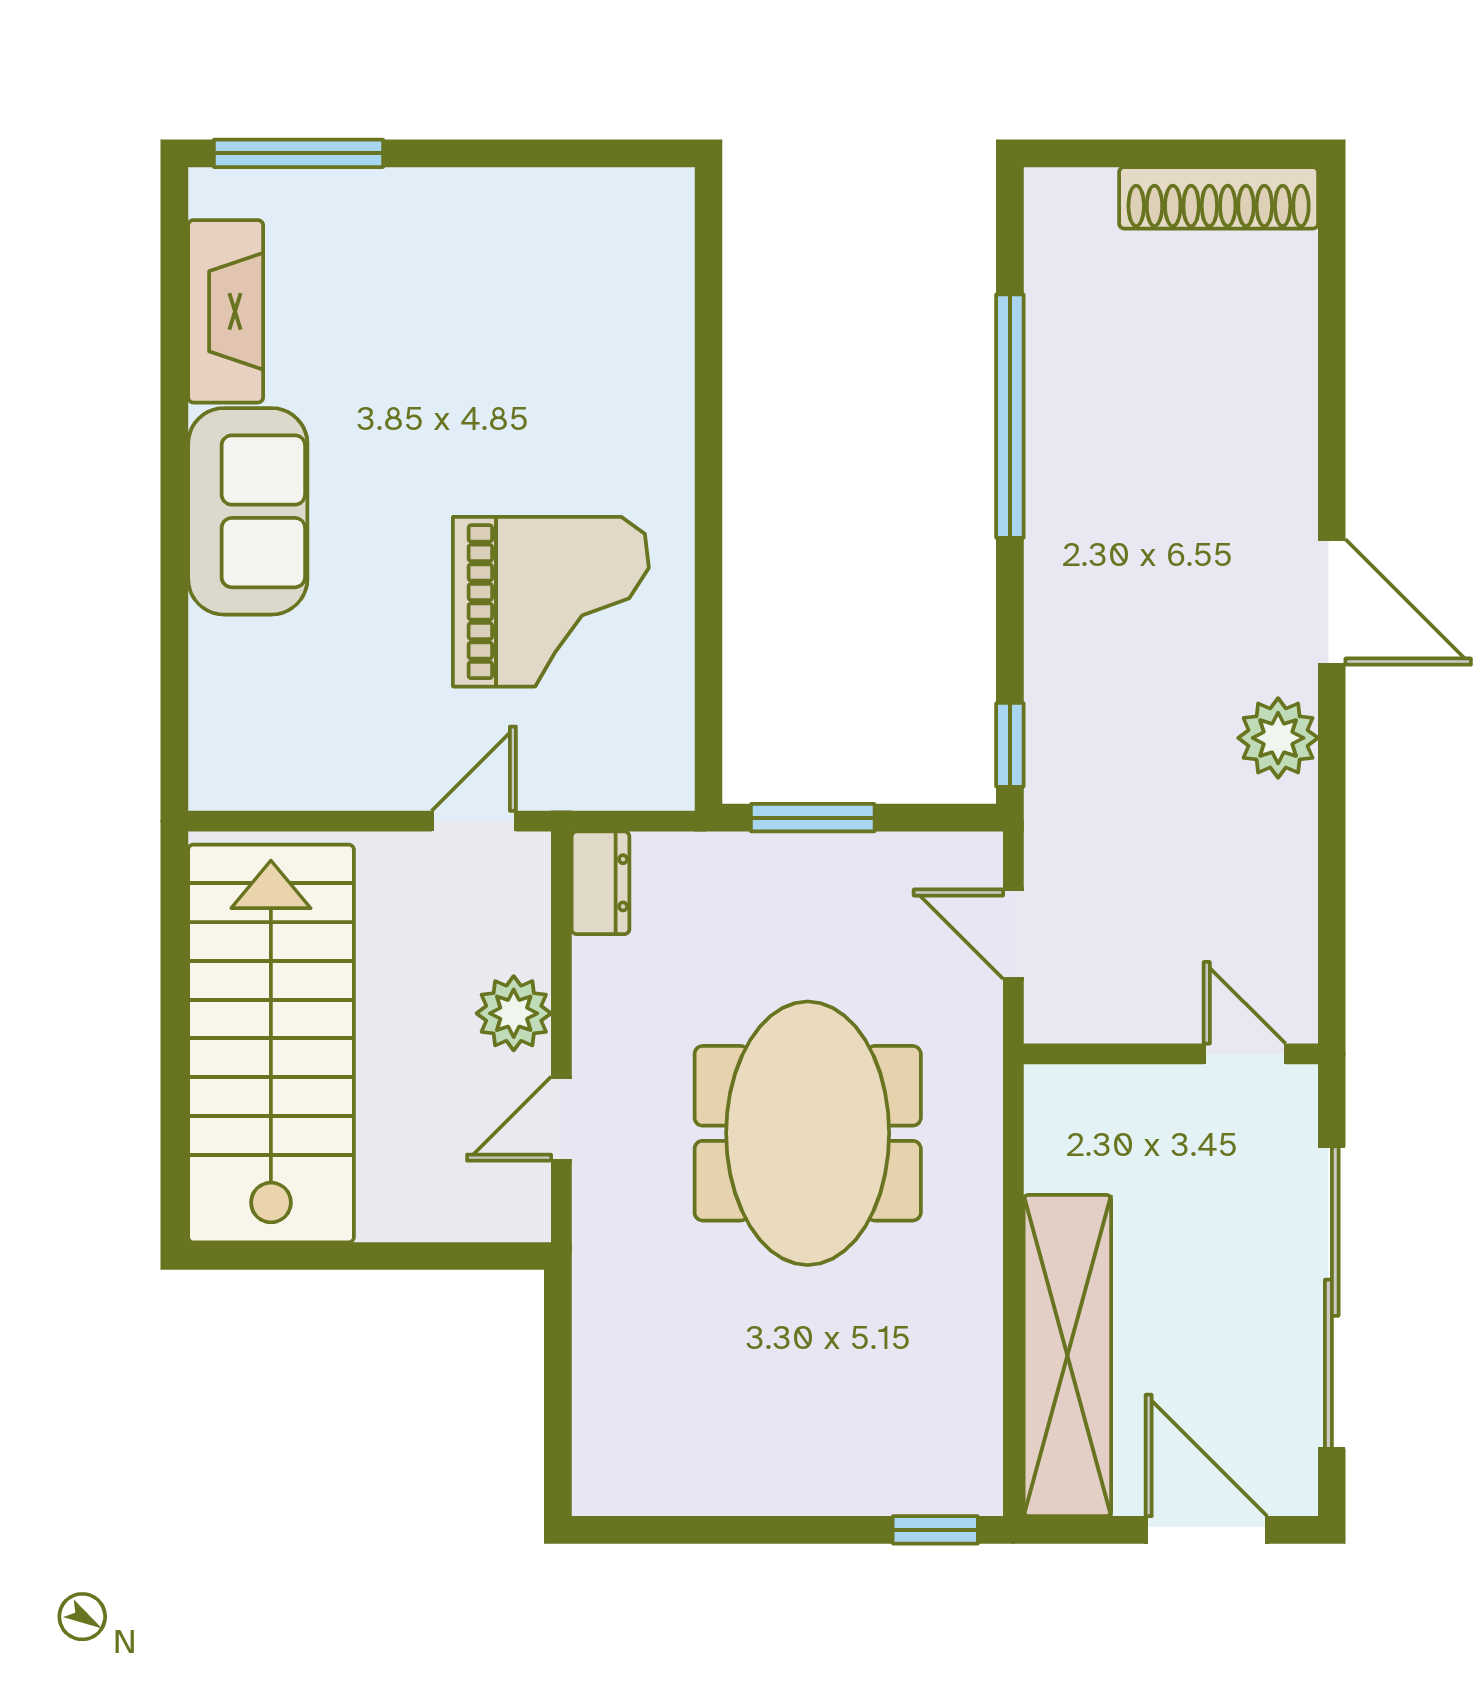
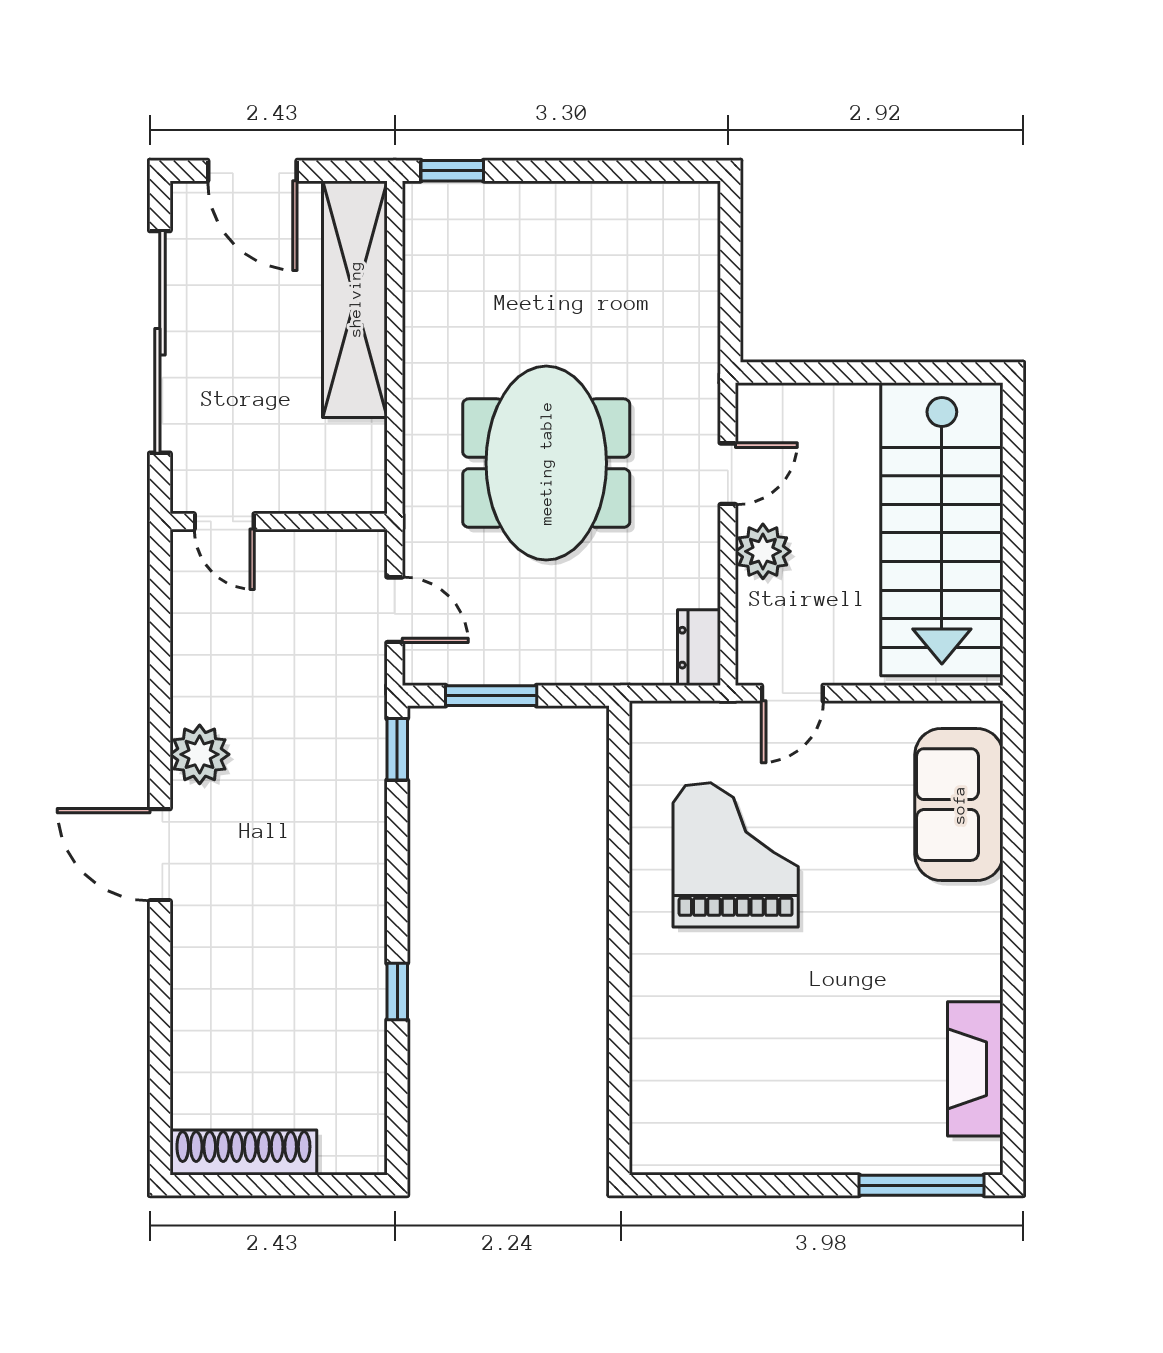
window: (1010, 416) -> (397, 992), width x0.32
sofa: (248, 511) -> (959, 805), moved
grand piano: (551, 602) -> (736, 855), turned 90
window: (813, 818) -> (491, 696), moved

